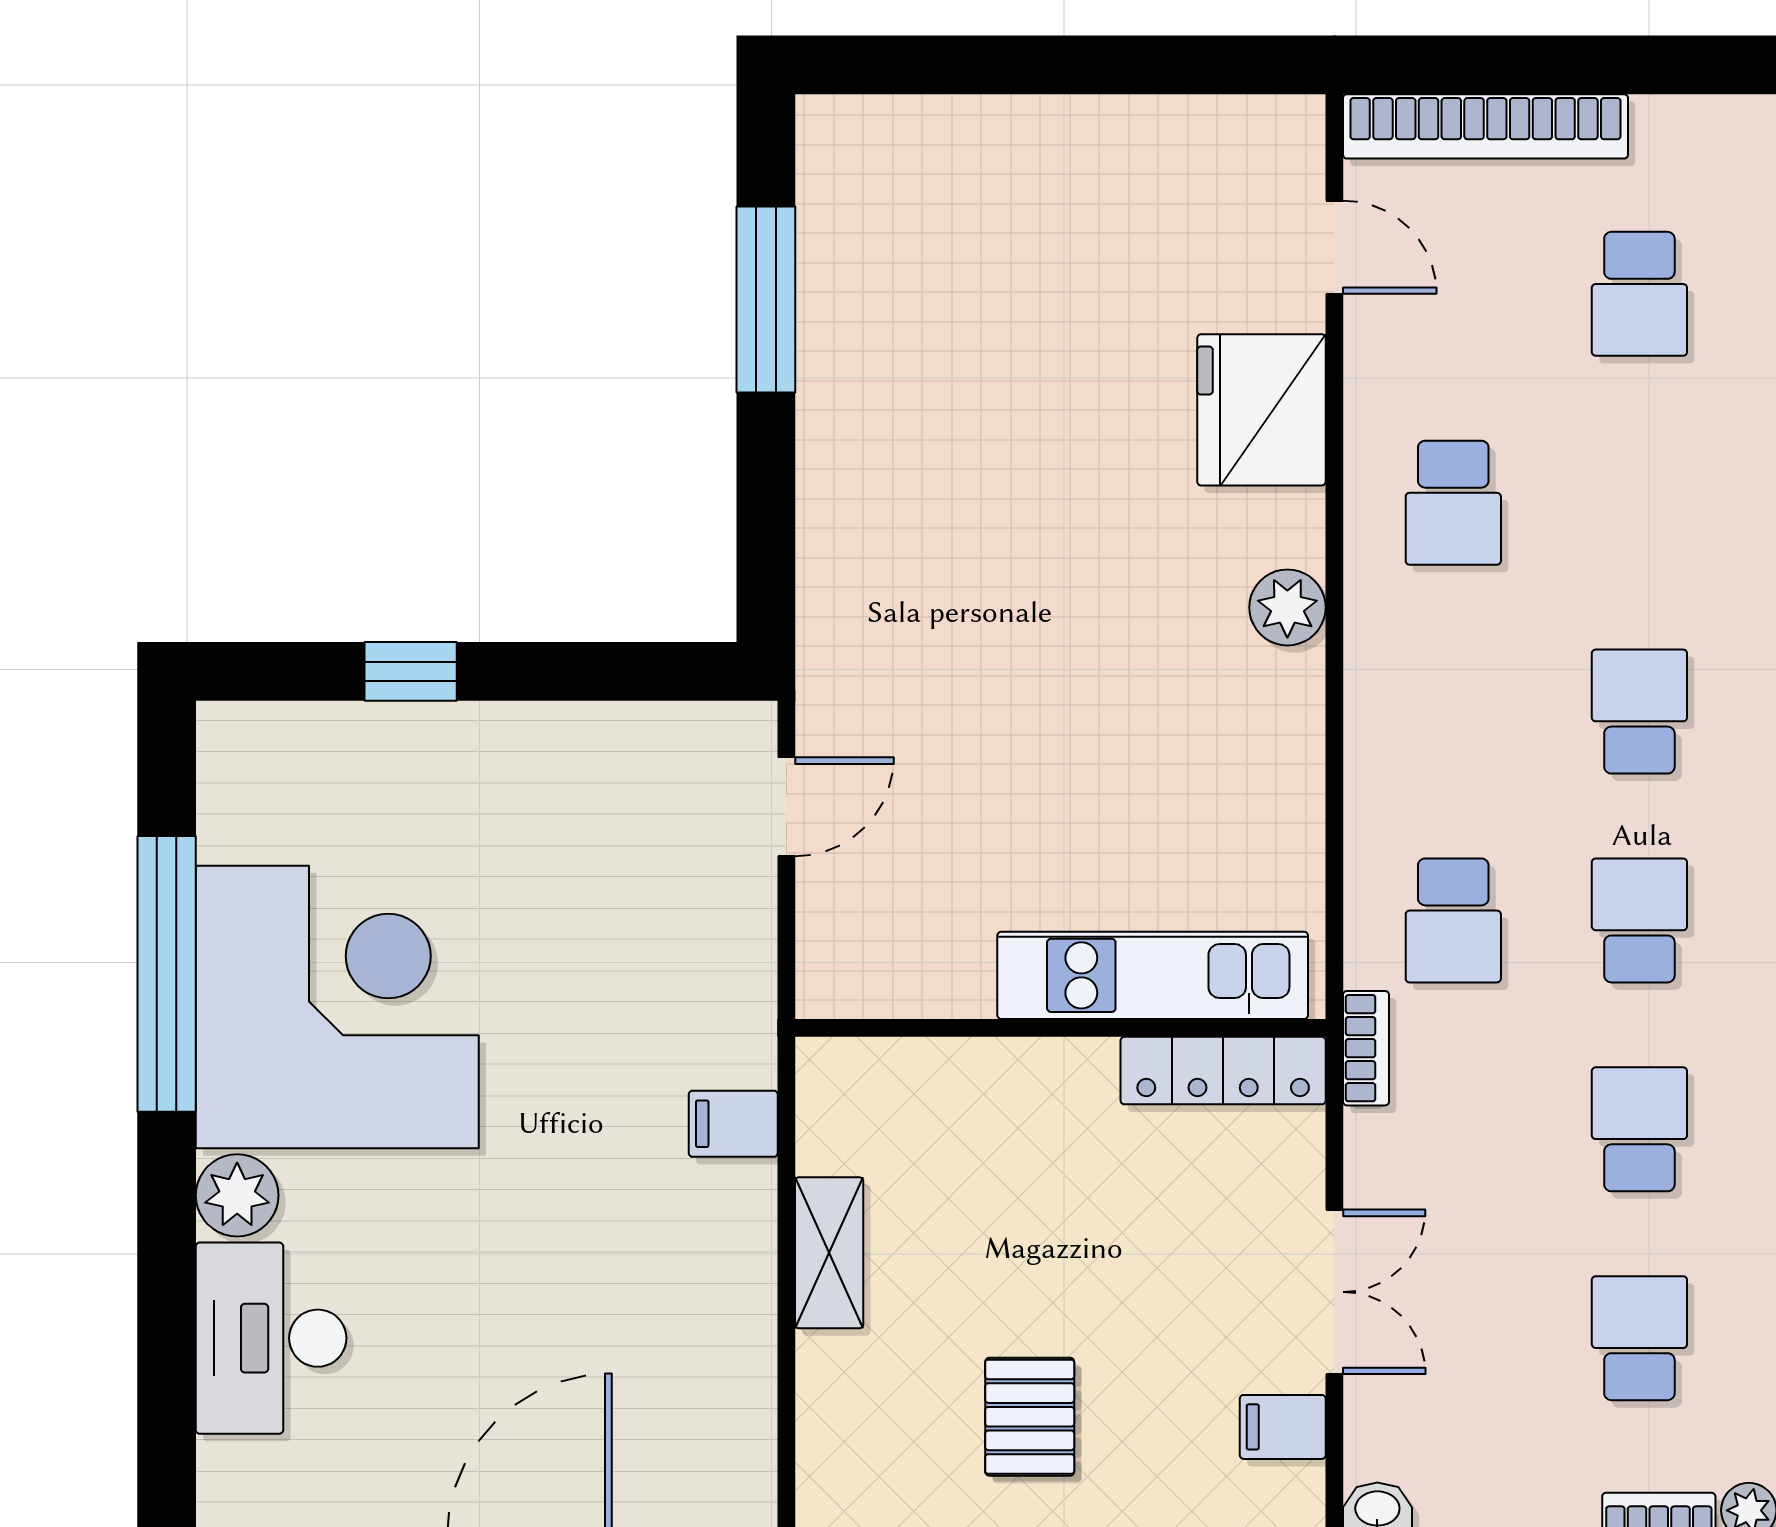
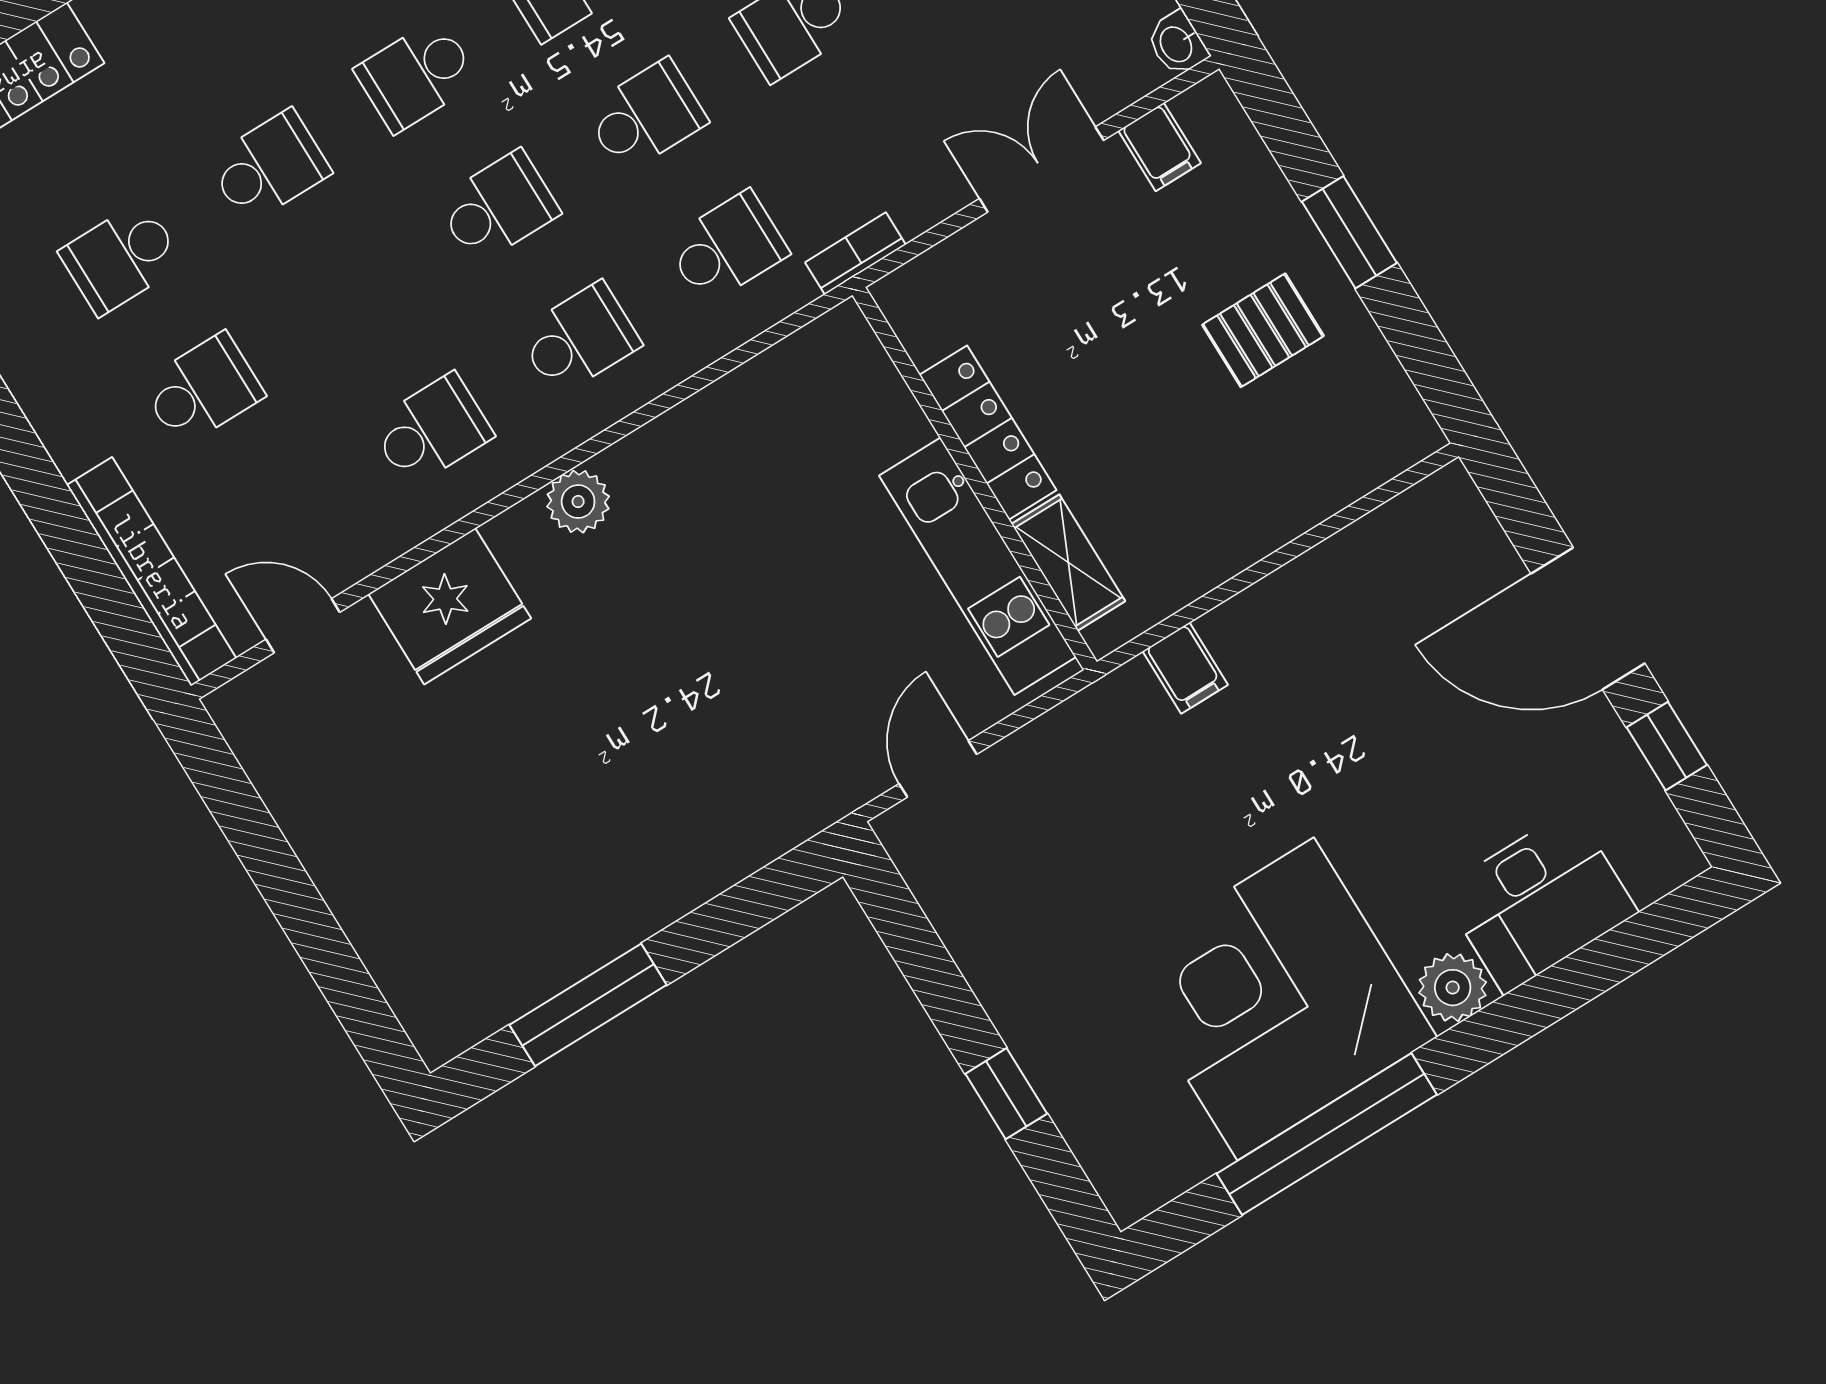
door: (1334, 247) -> (303, 626), hinge flipped
school desk: (1453, 712) -> (579, 339), added
school desk: (1639, 712) -> (498, 207), turned 180
door: (786, 807) -> (938, 769), hinge flipped
school desk: (1639, 920) -> (646, 116), turned 180
kitchen unit: (1153, 975) -> (978, 566), moved
locker: (1223, 1071) -> (988, 433), moved
shelving: (829, 1253) -> (1068, 563), moved, turned 90

